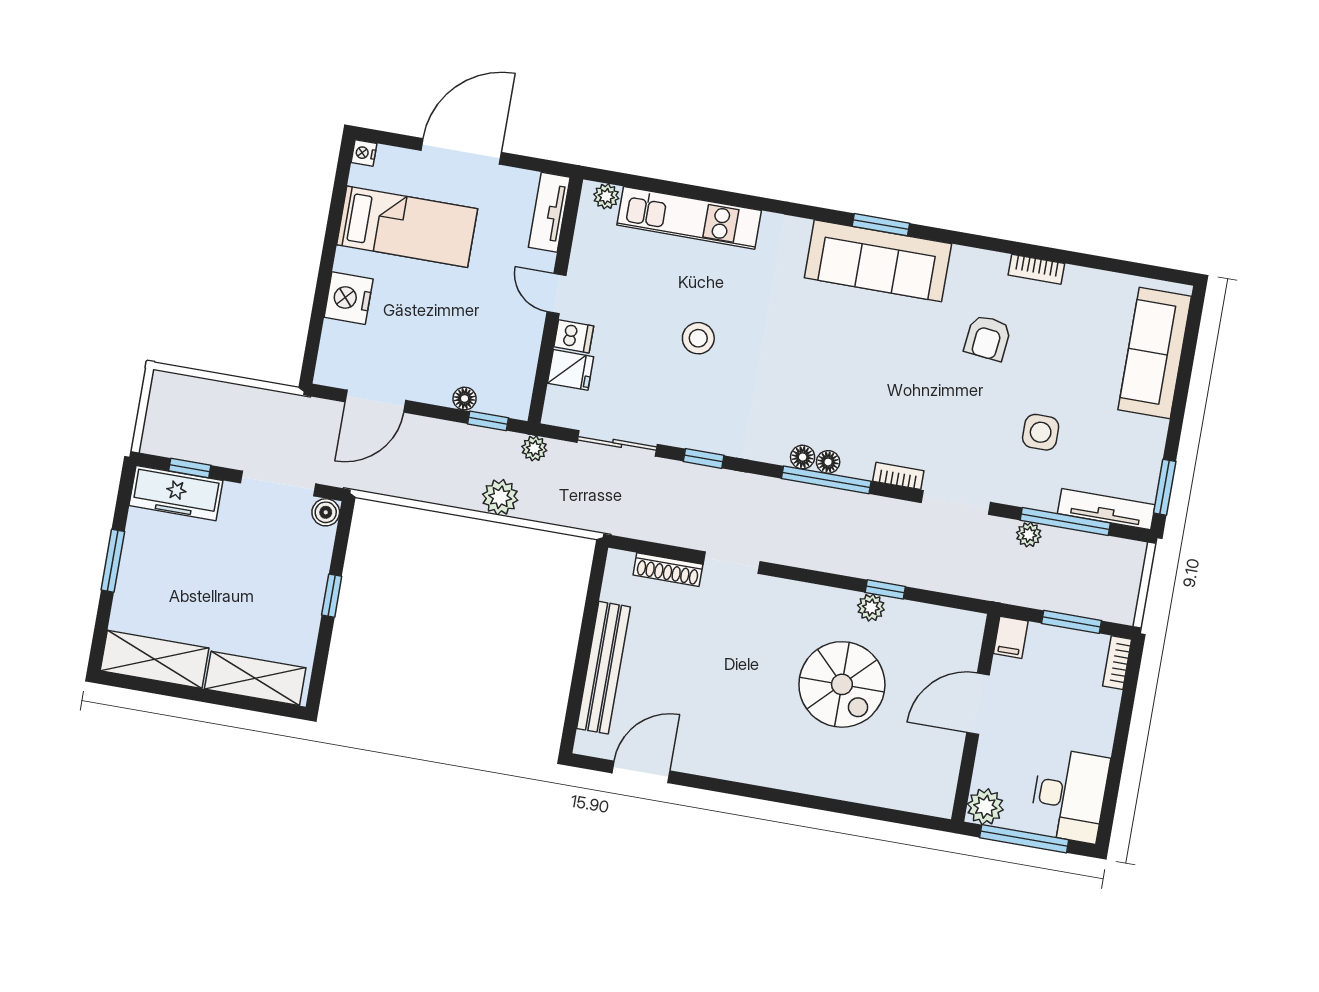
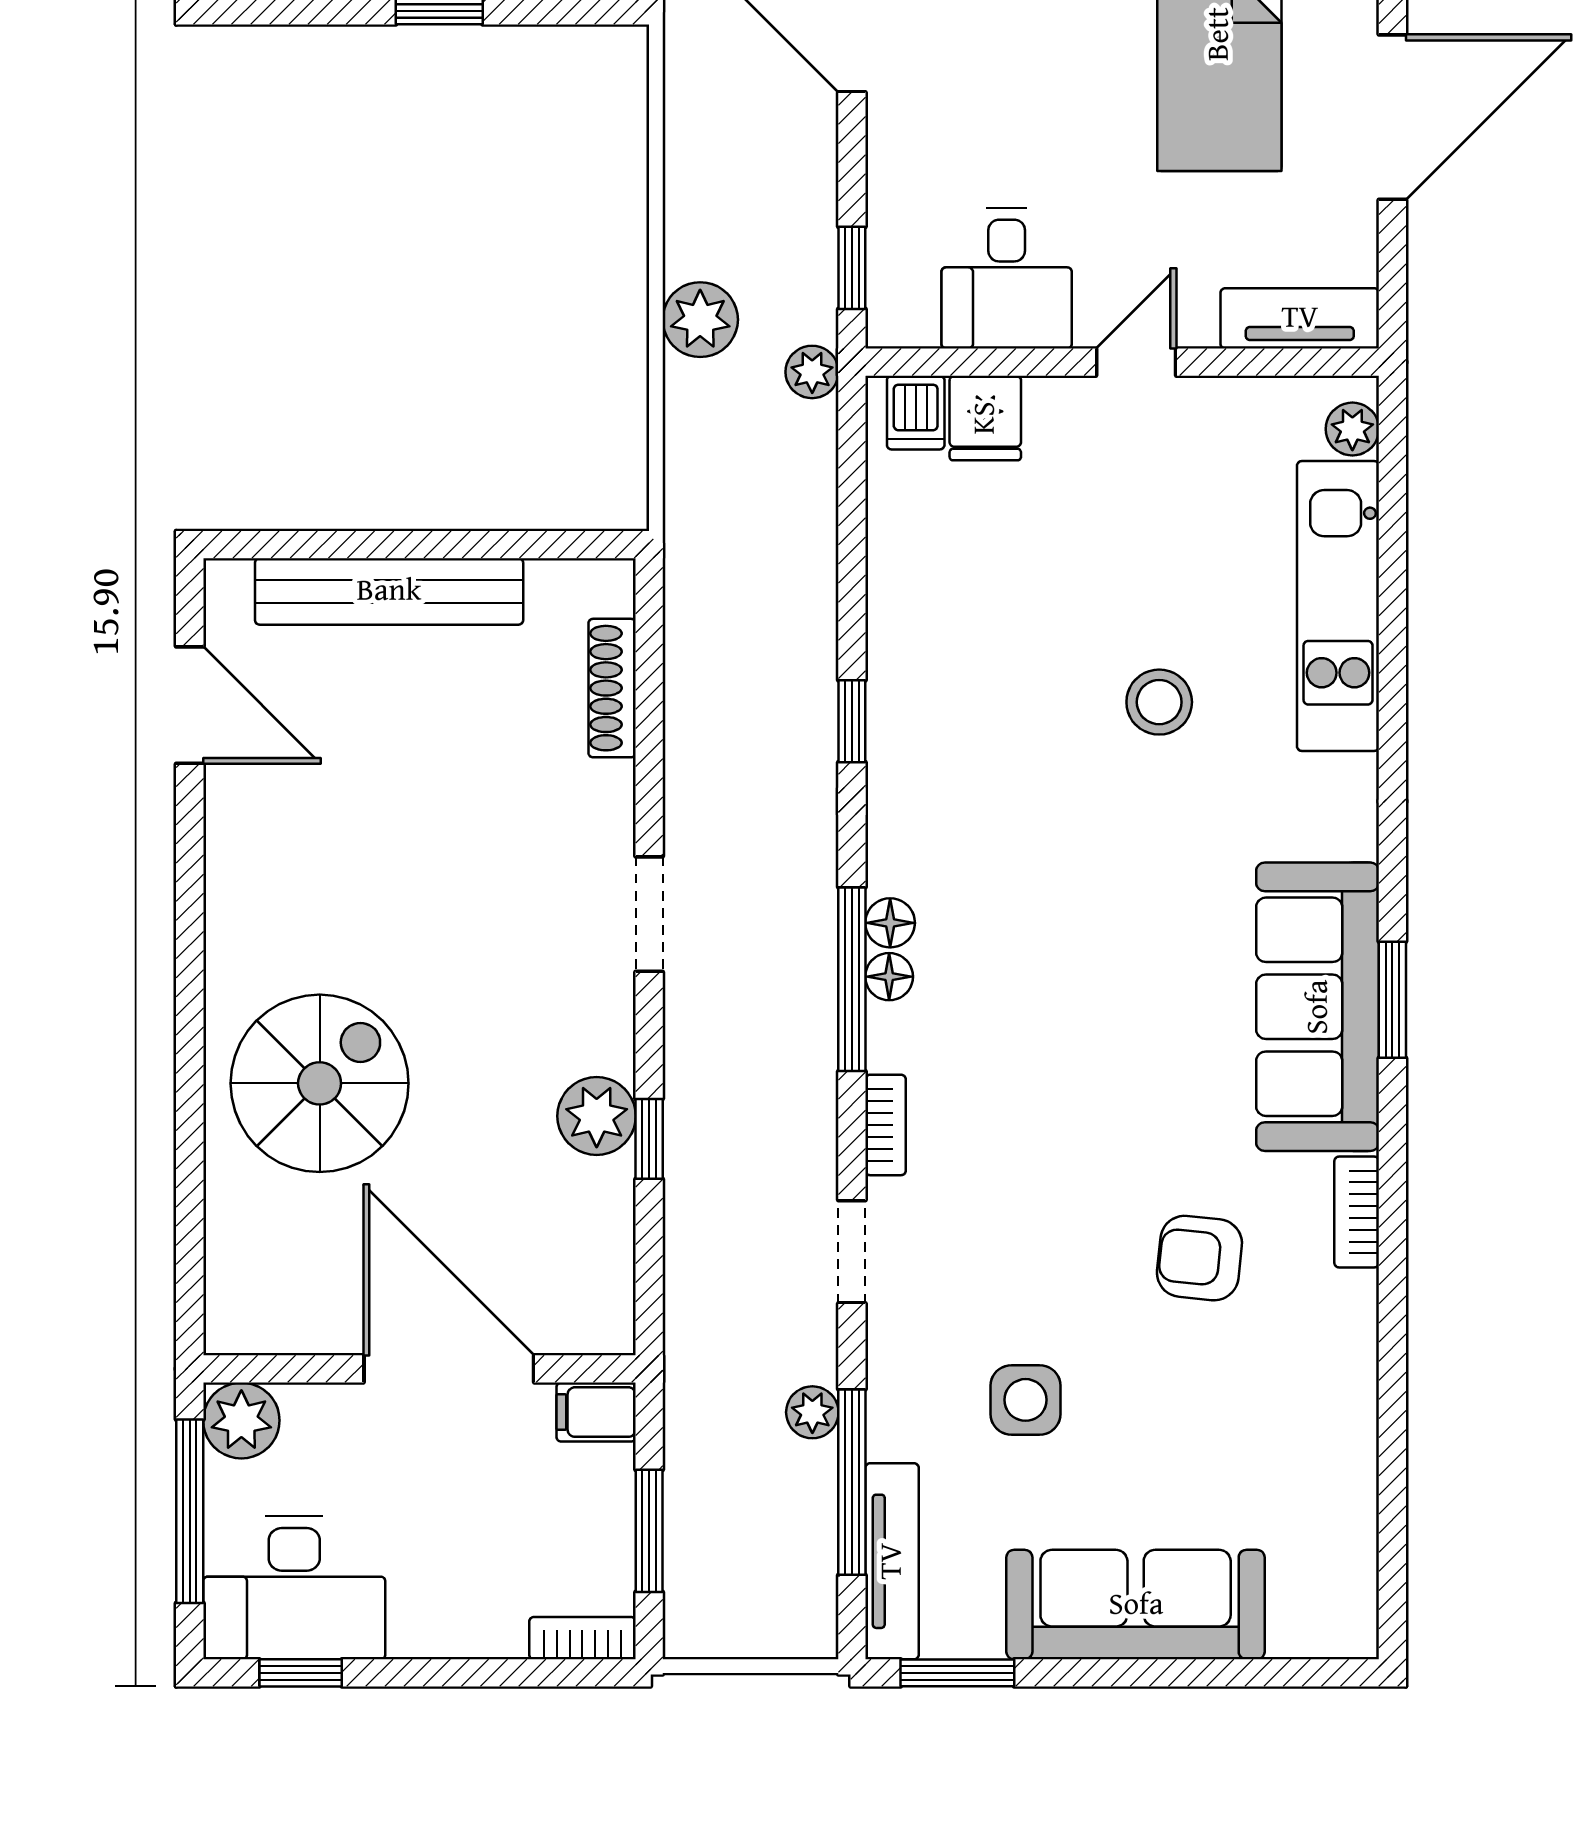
door: (461, 151) -> (1392, 117), hinge flipped
bookcase: (1036, 269) -> (1357, 1212), moved
dishwasher: (574, 336) -> (916, 413), moved
stool: (698, 338) -> (1159, 702), moved
desk: (506, 348) -> (1007, 278), added
sofa: (1155, 353) -> (1136, 1605), moved
floor lamp: (465, 399) -> (889, 212), removed
sliding door: (617, 443) -> (852, 539), removed
doorway: (956, 502) -> (852, 1252), width x0.73
doorway: (732, 563) -> (649, 914), moved
plant: (871, 607) -> (597, 1116), width x1.38, depth x1.38
spiral stairs: (842, 684) -> (320, 1083), moved, turned 180
door: (978, 704) -> (449, 1369), width x1.36
window: (1110, 799) -> (301, 1673), added

